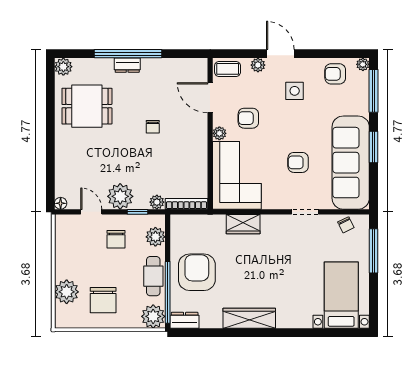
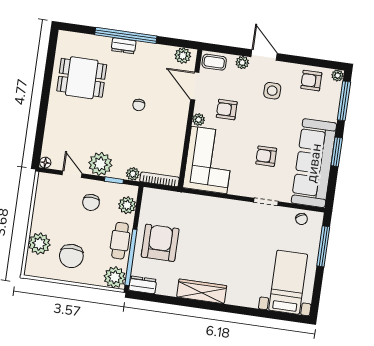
plant: (63, 67) -> (183, 56), moved
wardrobe: (243, 224) -> (208, 205), removed

